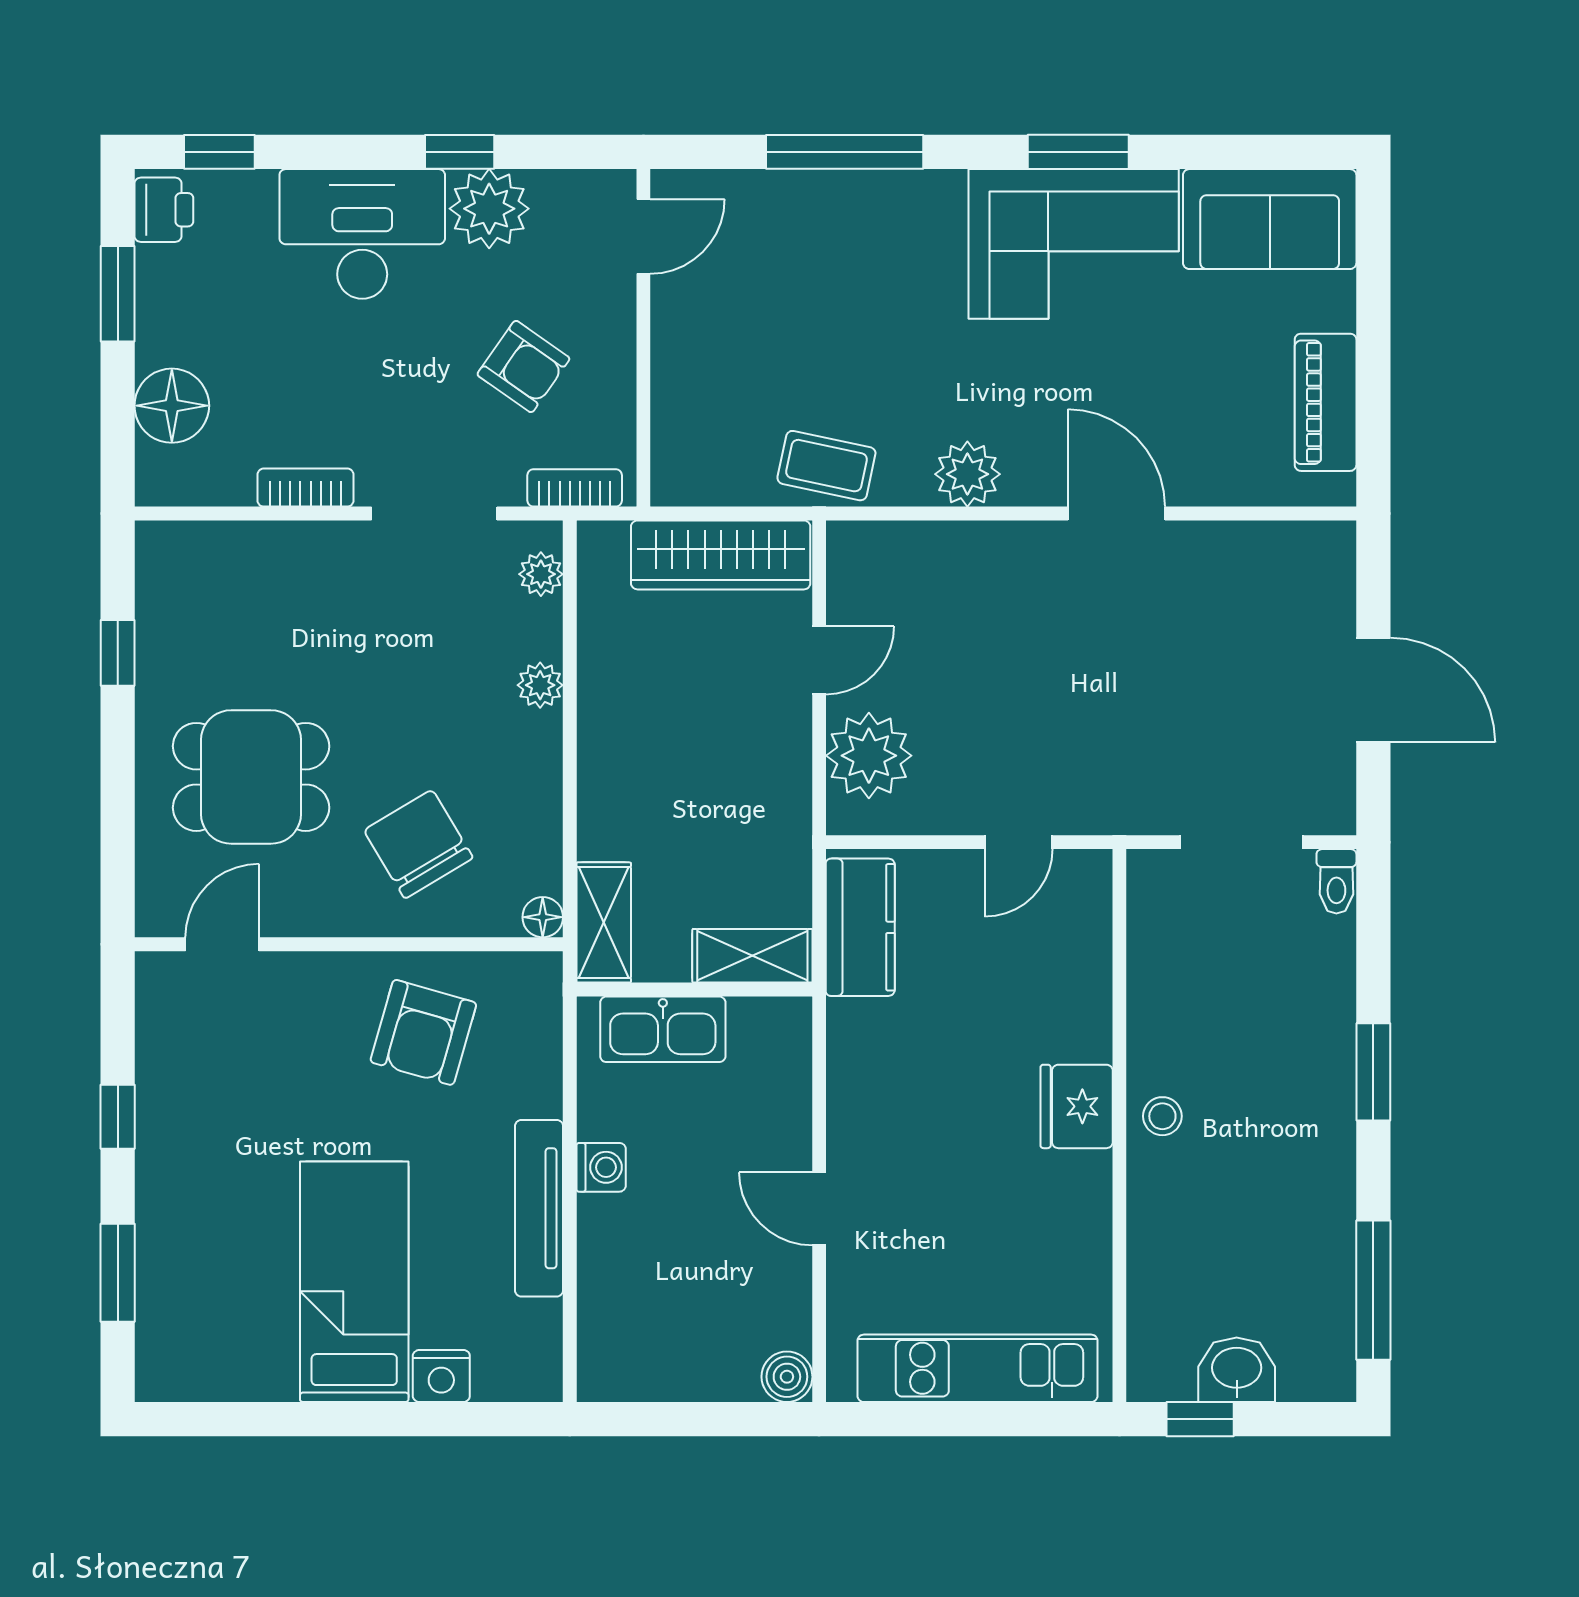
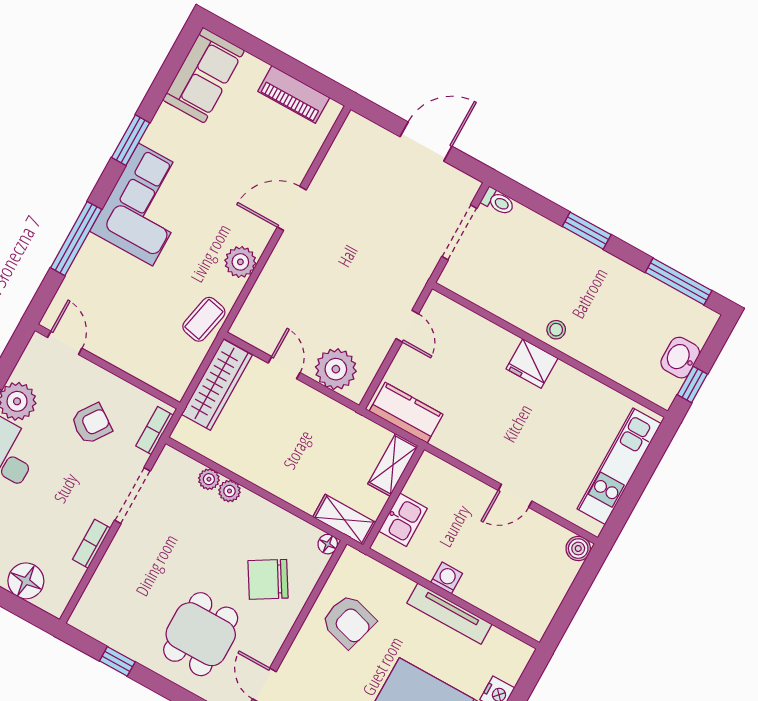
corner sofa: (1074, 244) -> (146, 204), moved
plant: (541, 574) -> (209, 479), moved
kitchen sink: (663, 1029) -> (403, 520), width x0.73

